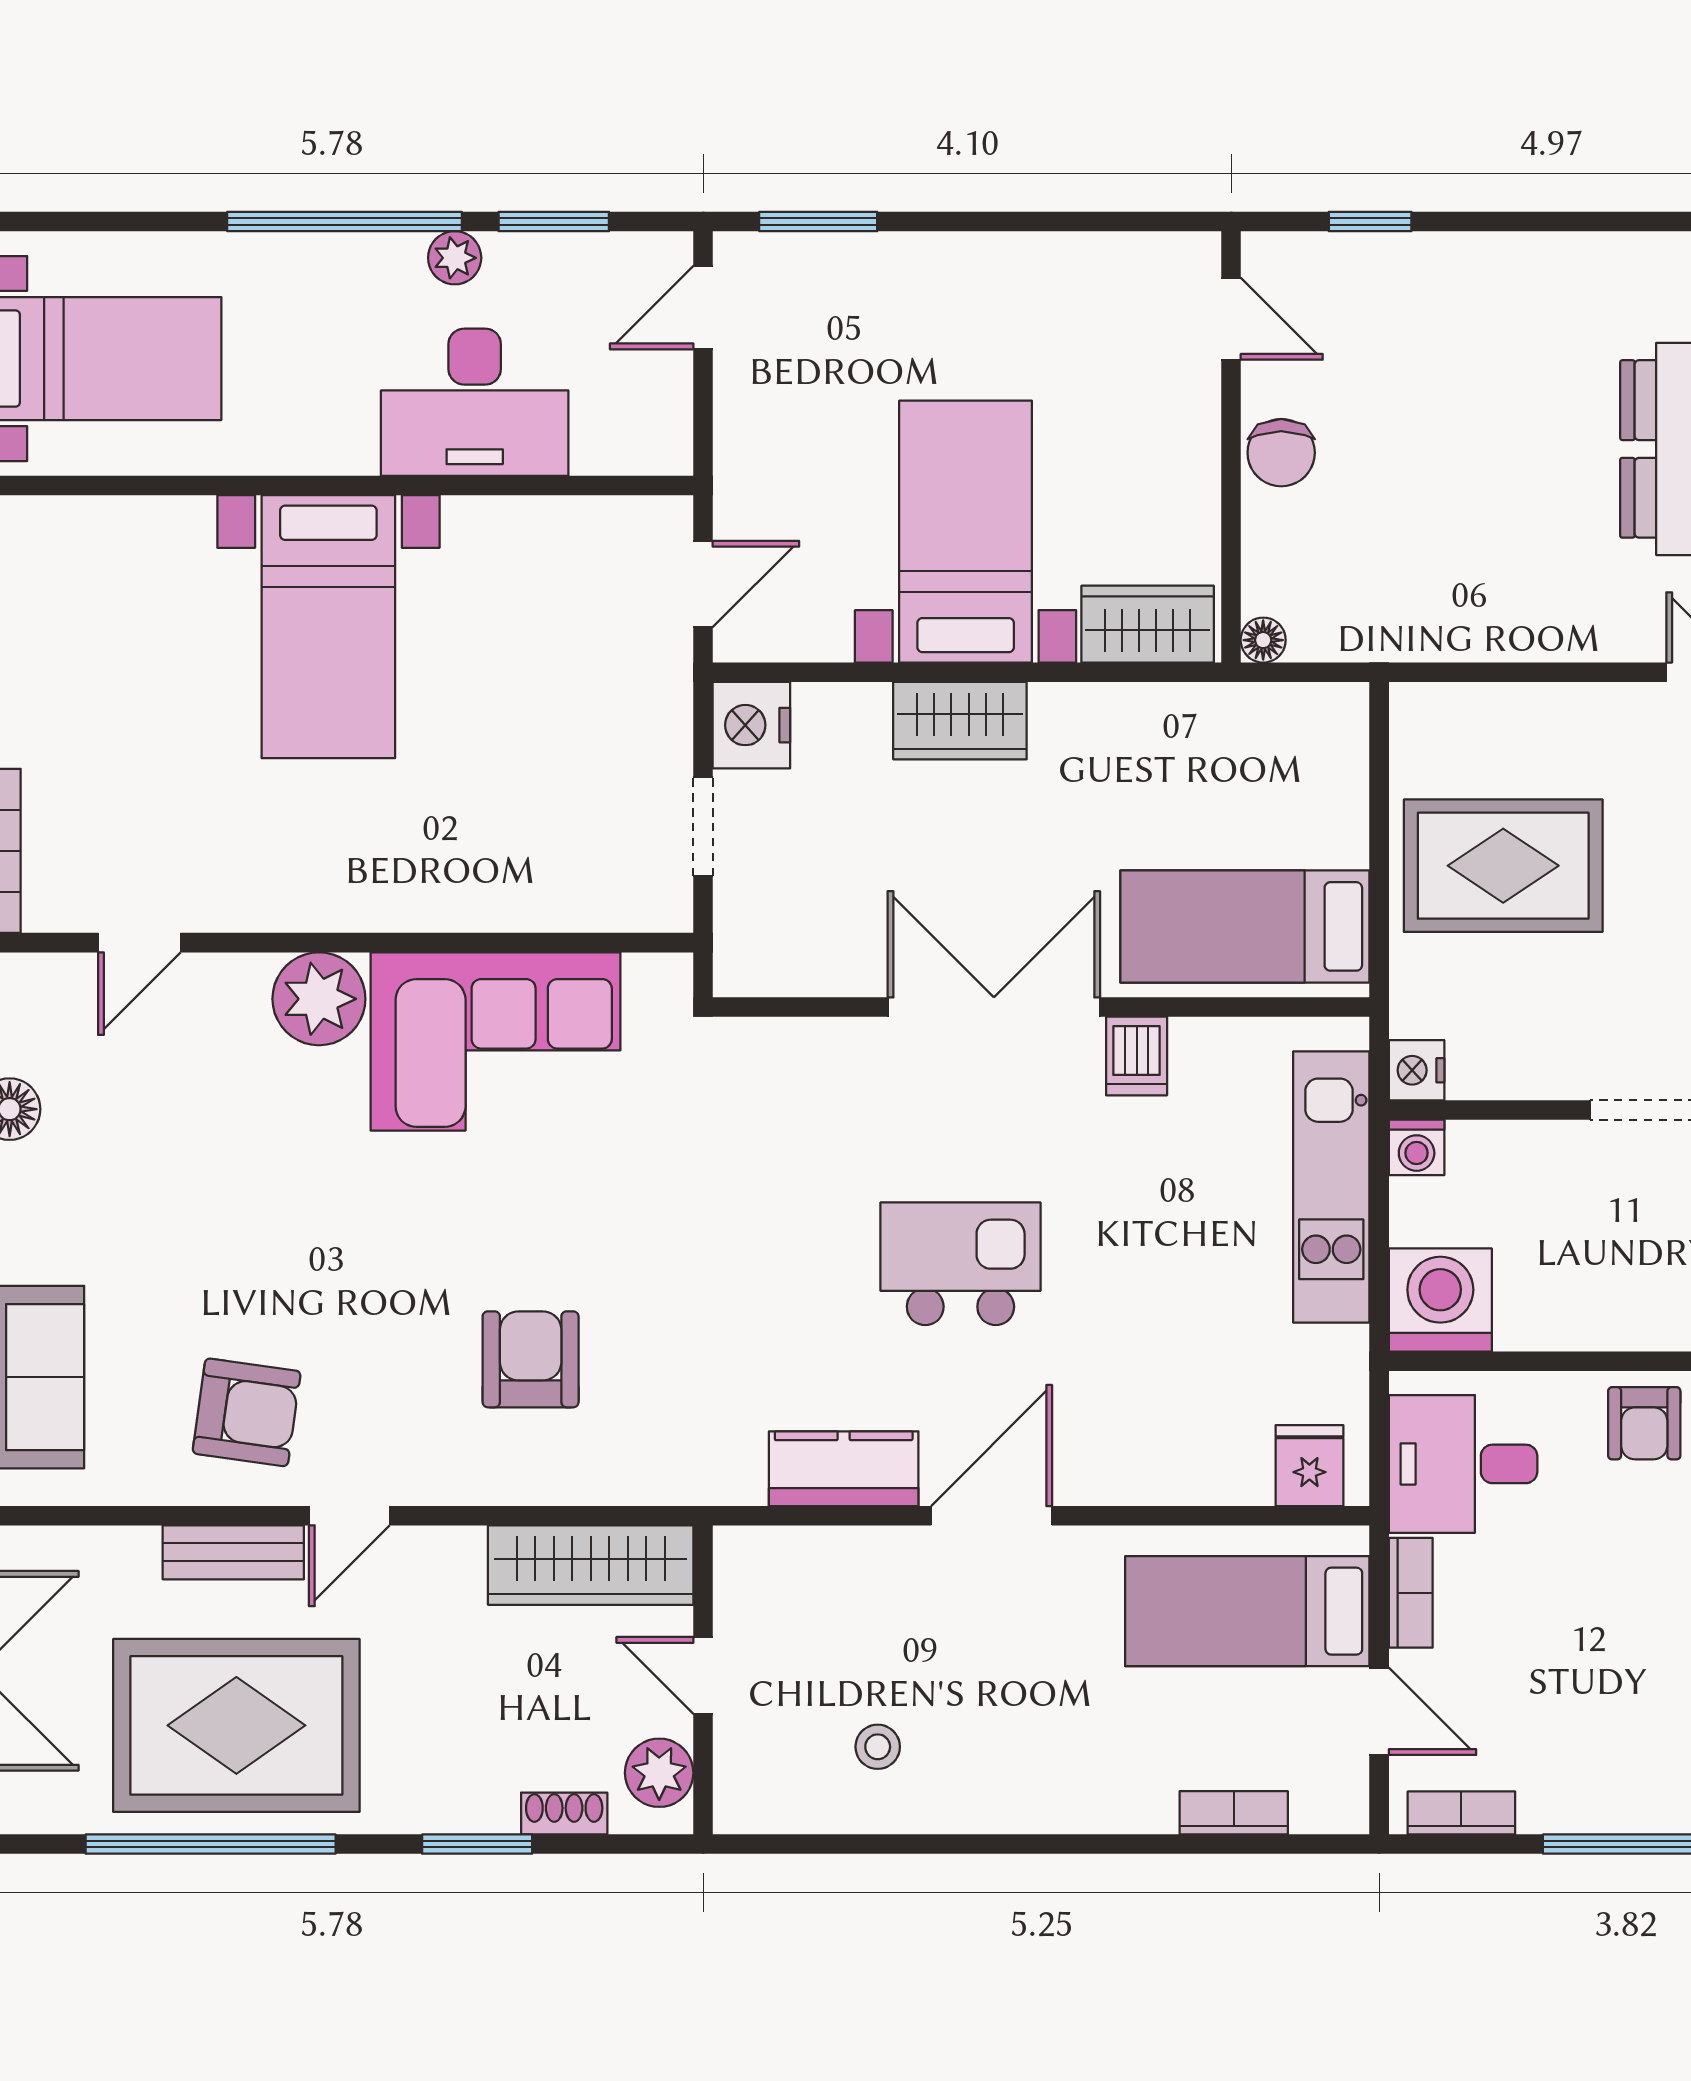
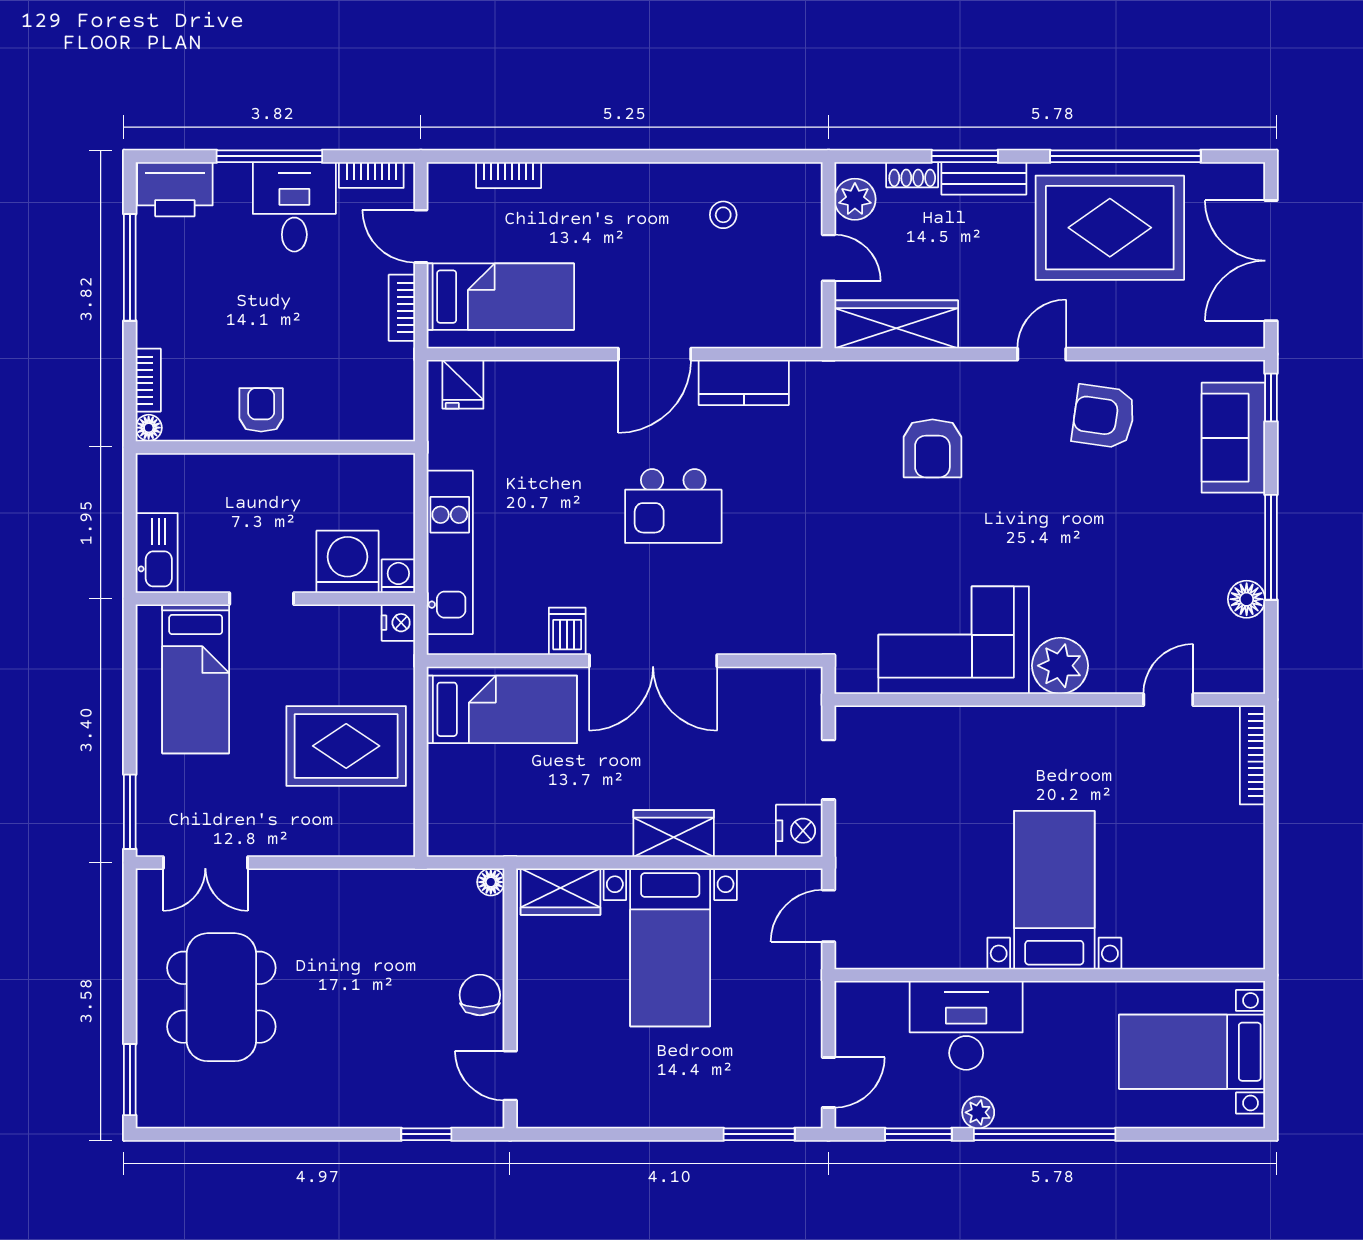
washing machine: (1440, 1300) -> (347, 562), moved, turned 180
desk: (1463, 1464) -> (294, 207), moved, turned -90
bench: (233, 1552) -> (984, 178), moved

